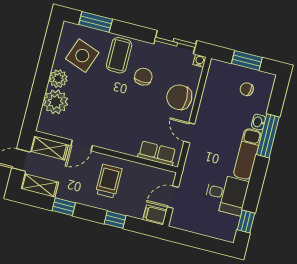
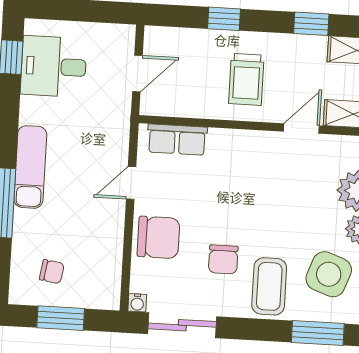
washbasin: (258, 122) -> (23, 222), removed
door: (189, 133) -> (131, 183), swing flipped
desk: (226, 194) -> (54, 66), moved
filing cabinet: (155, 215) -> (161, 39), removed

